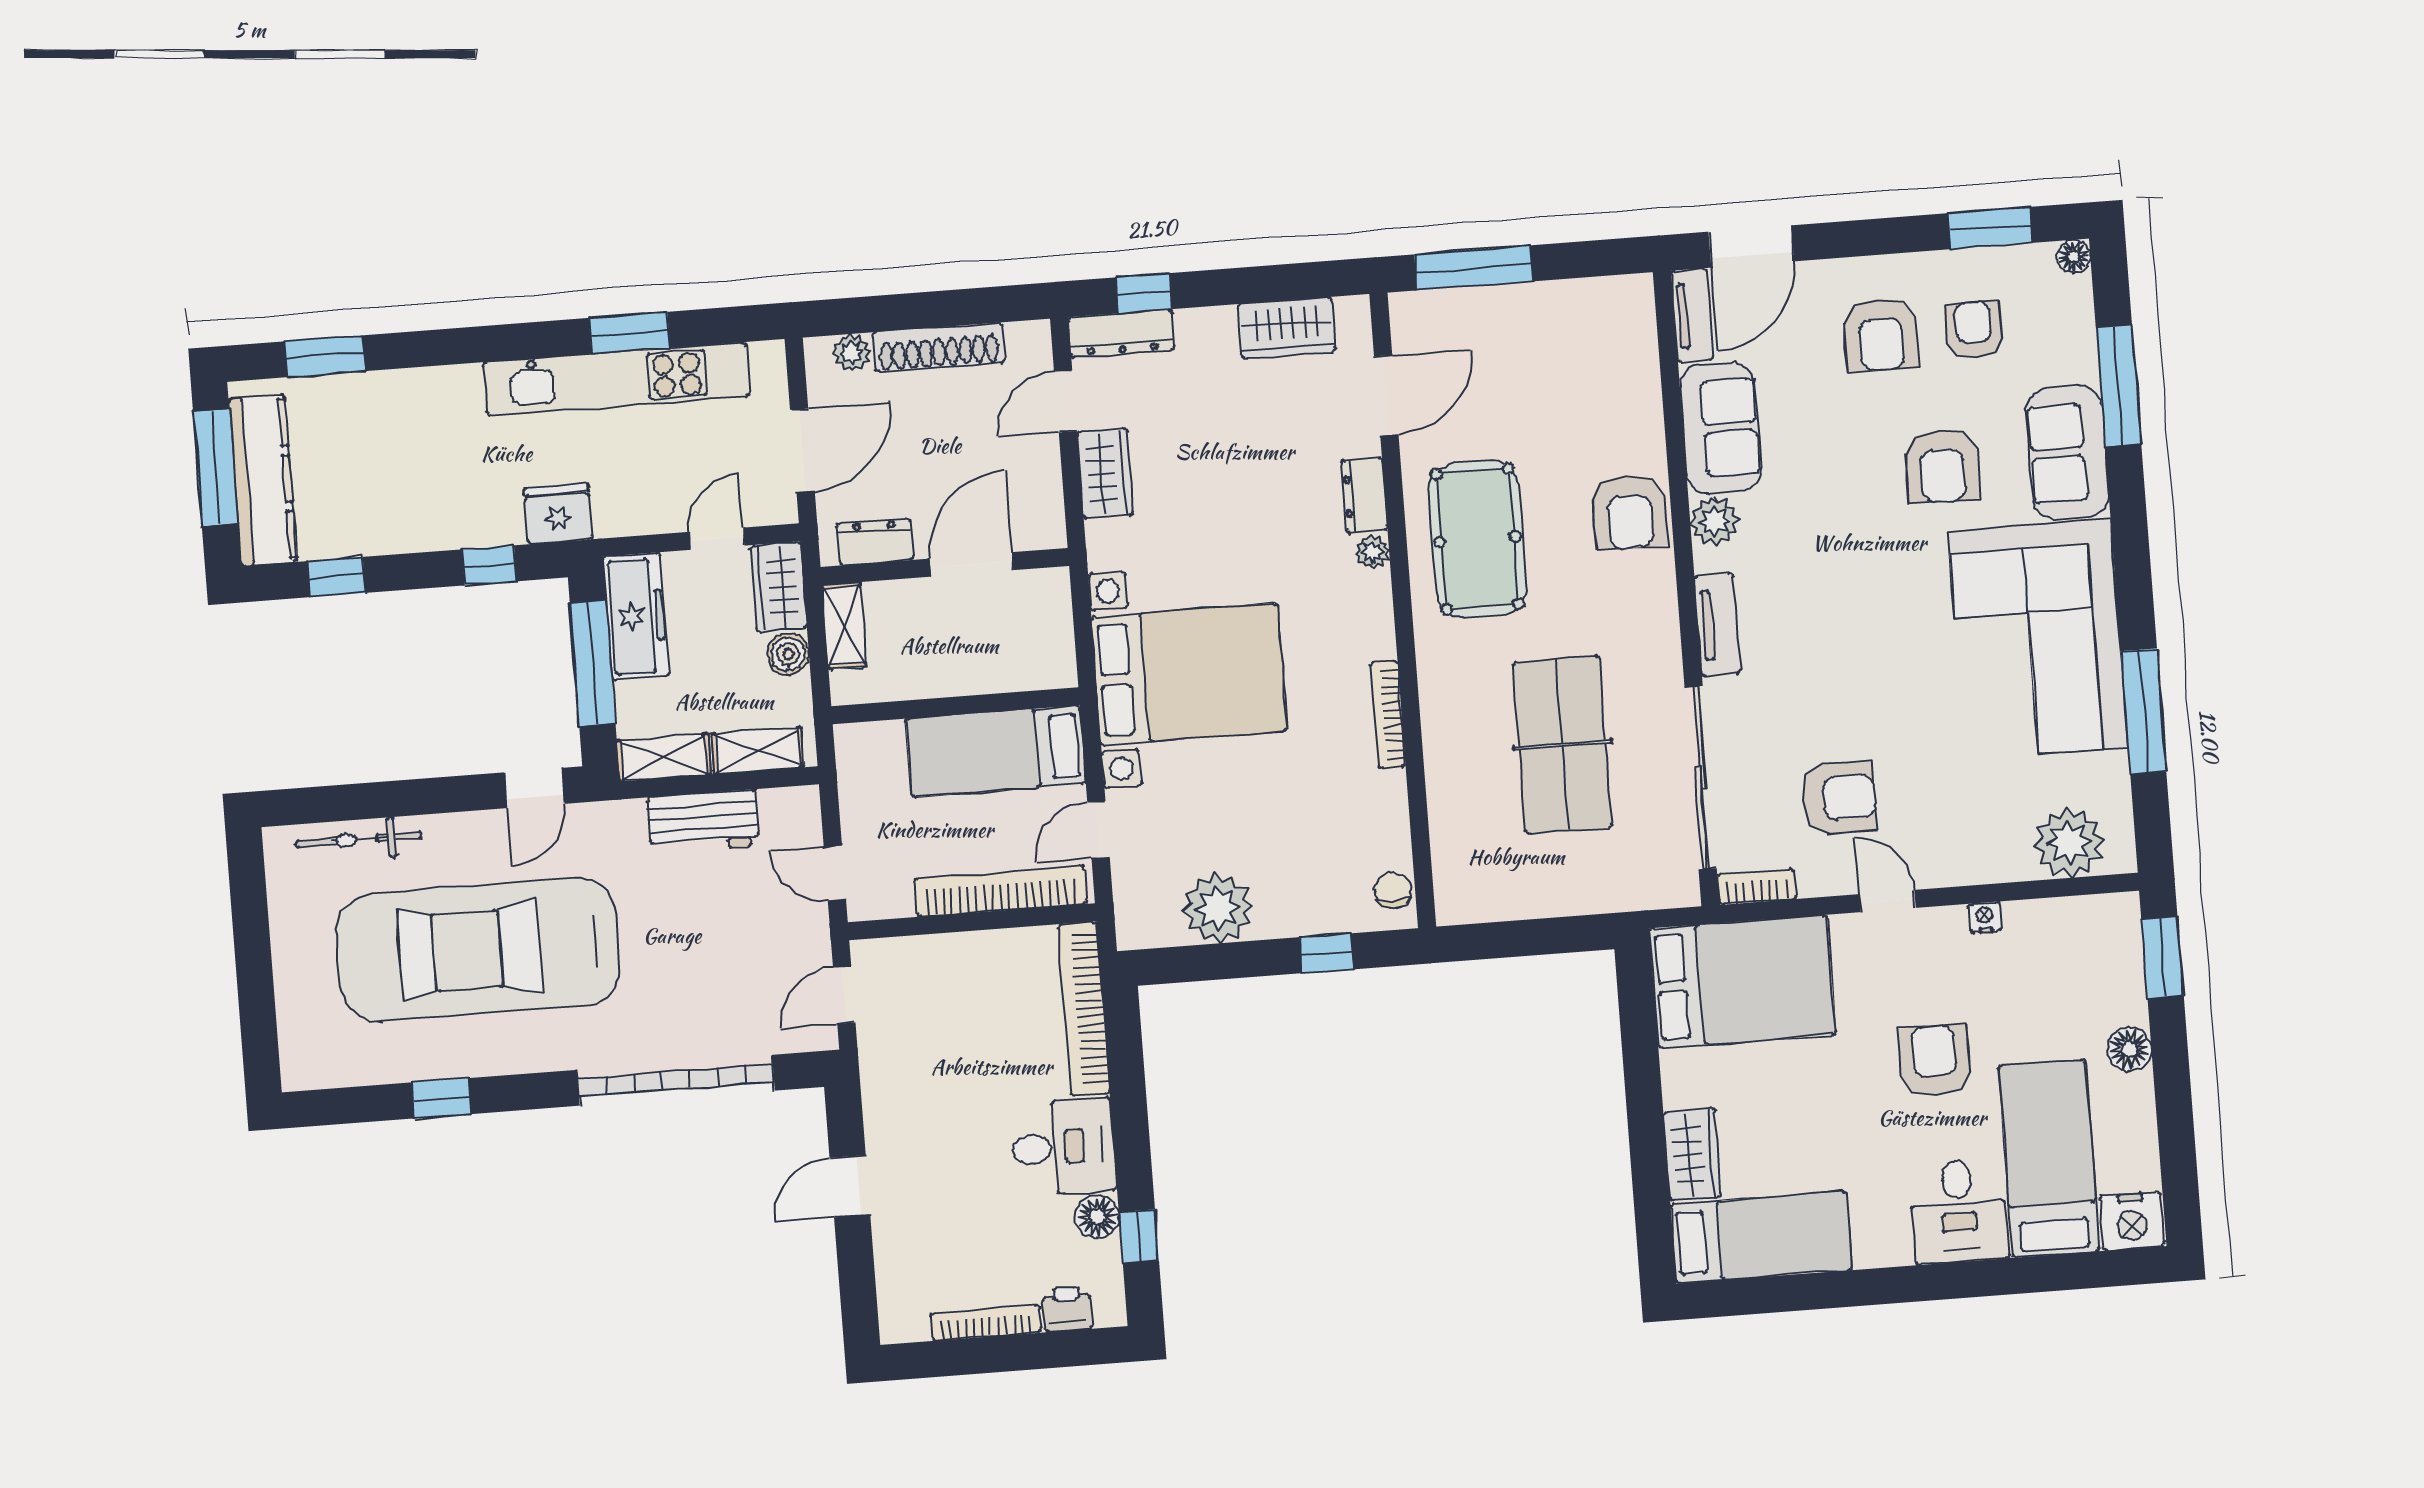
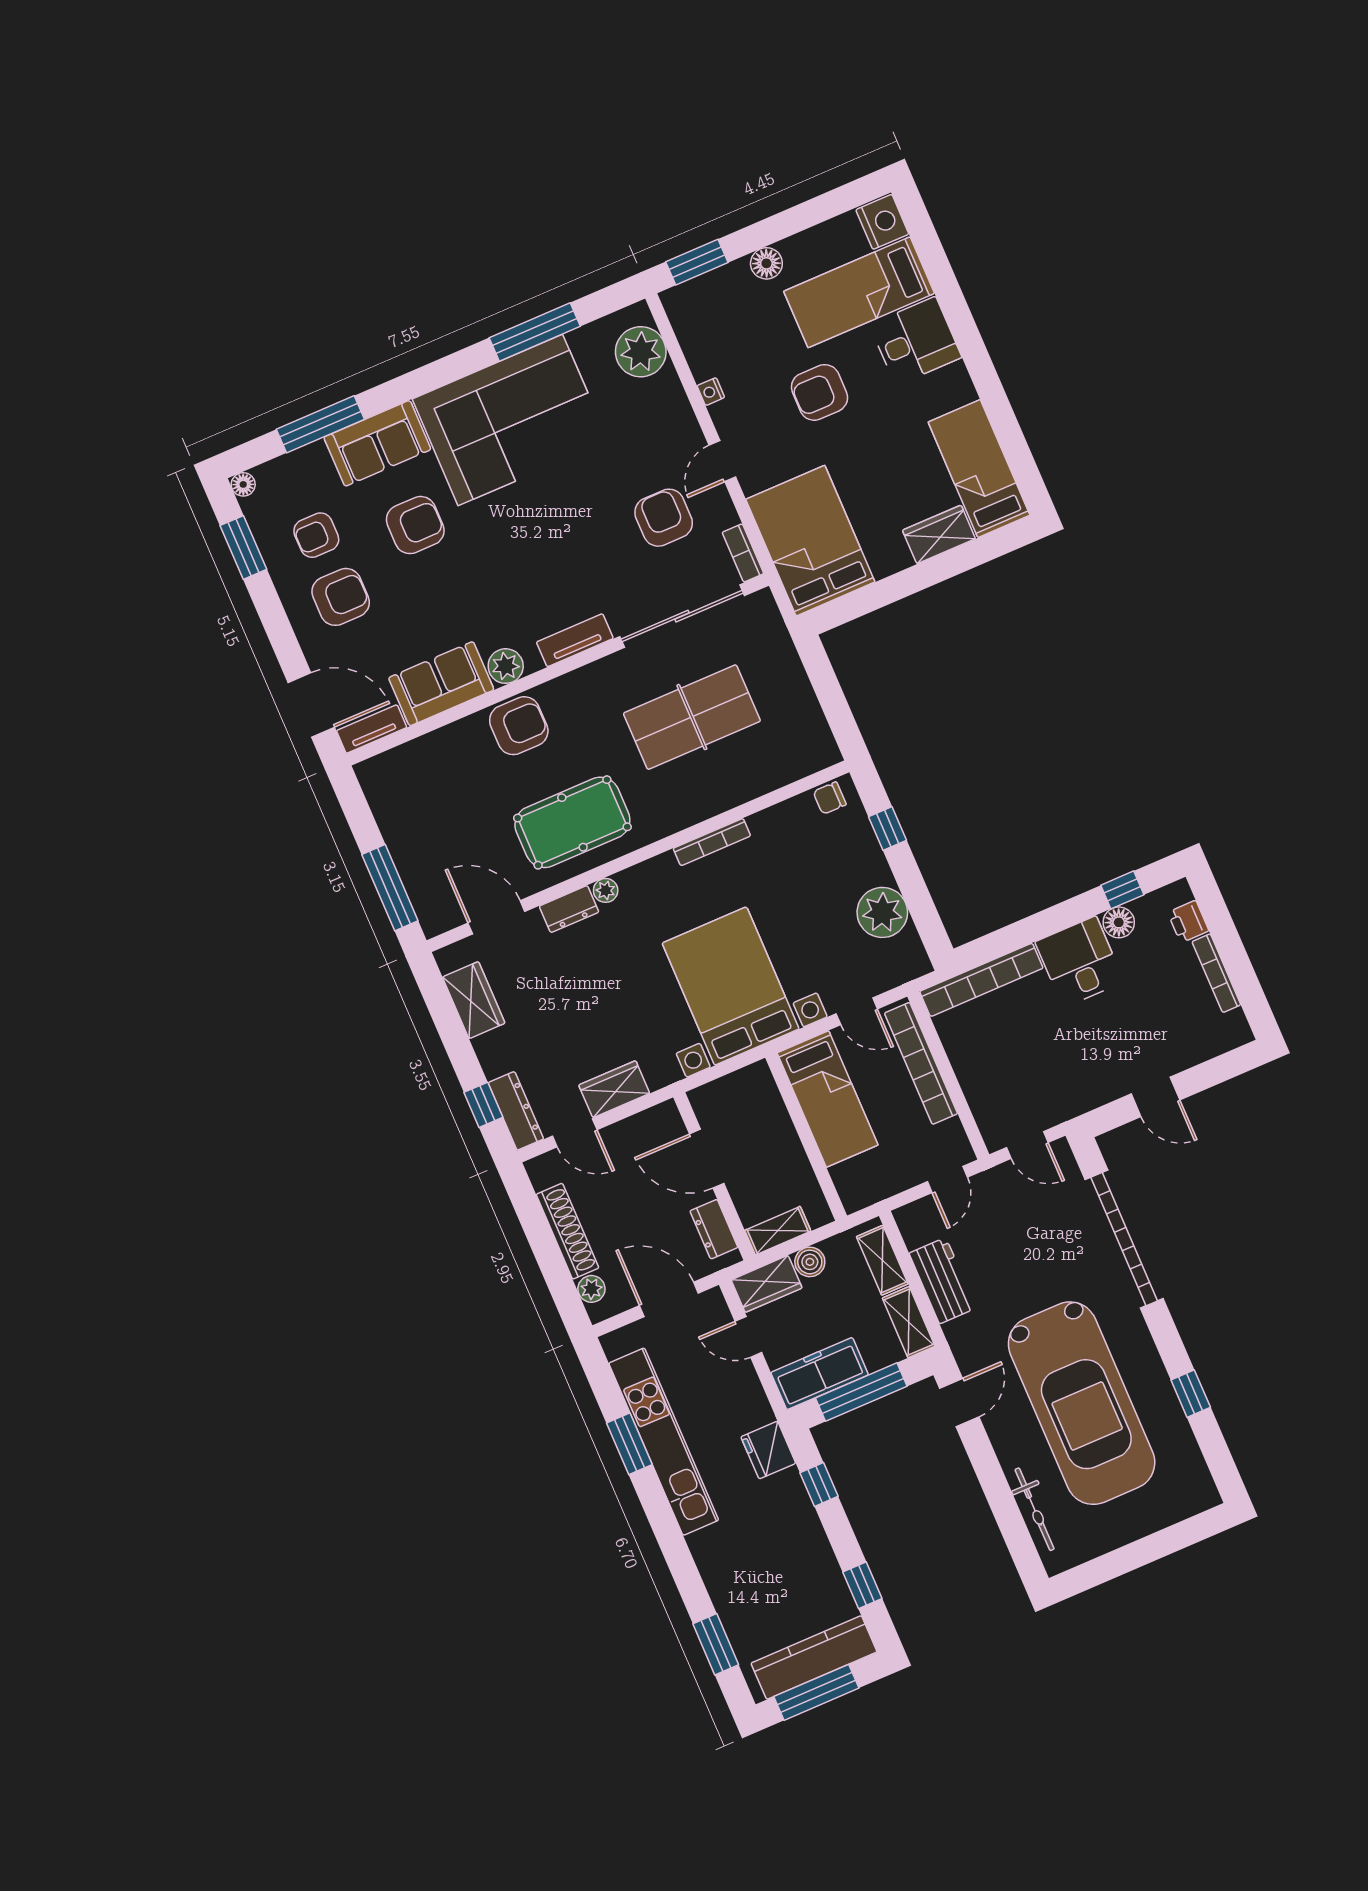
door: (534, 788) -> (959, 1402), hinge flipped

